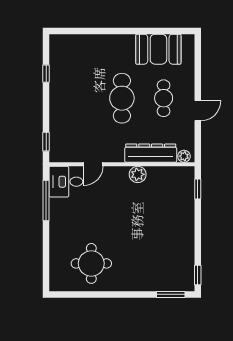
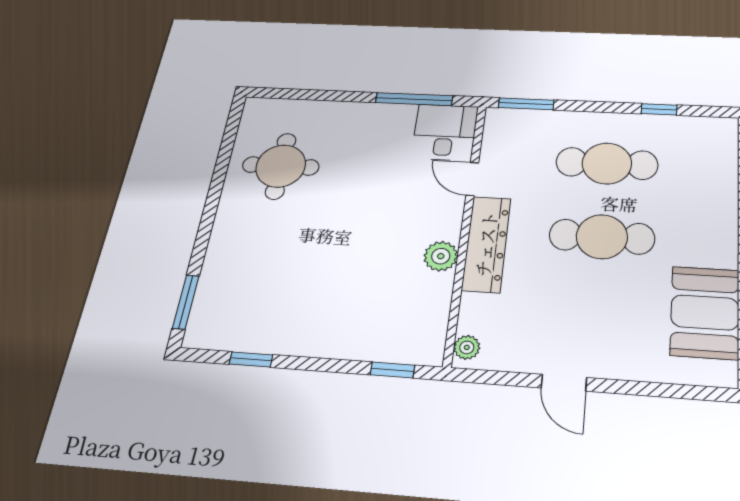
cafe table: (164, 98) -> (607, 163), moved, width x1.37, depth x1.35
window: (46, 142) -> (526, 104), width x1.50
dresser: (151, 153) -> (486, 244), moved
window: (198, 275) -> (251, 359), moved

